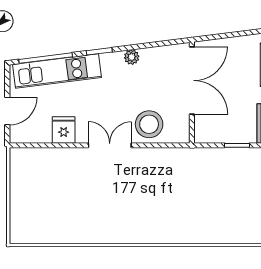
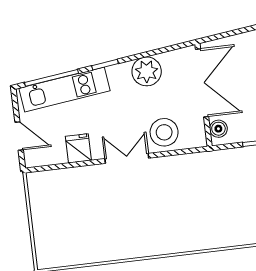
plant: (132, 57) -> (147, 71), width x1.88, depth x1.88
door: (7, 111) -> (19, 136), hinge flipped
boiler: (202, 127) -> (218, 129), added

